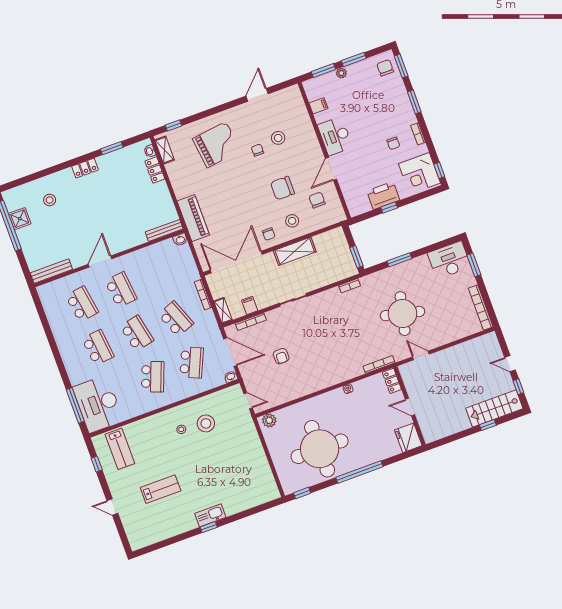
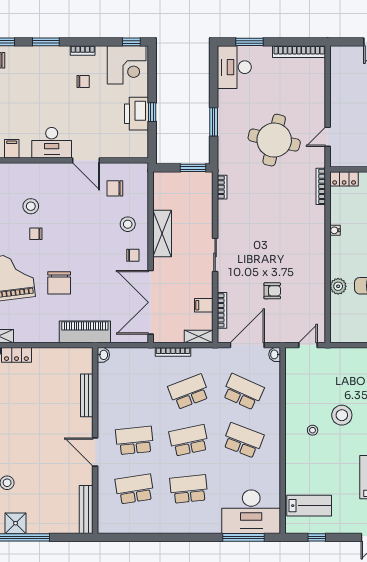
chair: (282, 188) -> (59, 283), moved
bench: (164, 230) -> (87, 395), moved
plant: (269, 420) -> (338, 286), moved
stool: (206, 423) -> (342, 415), moved

